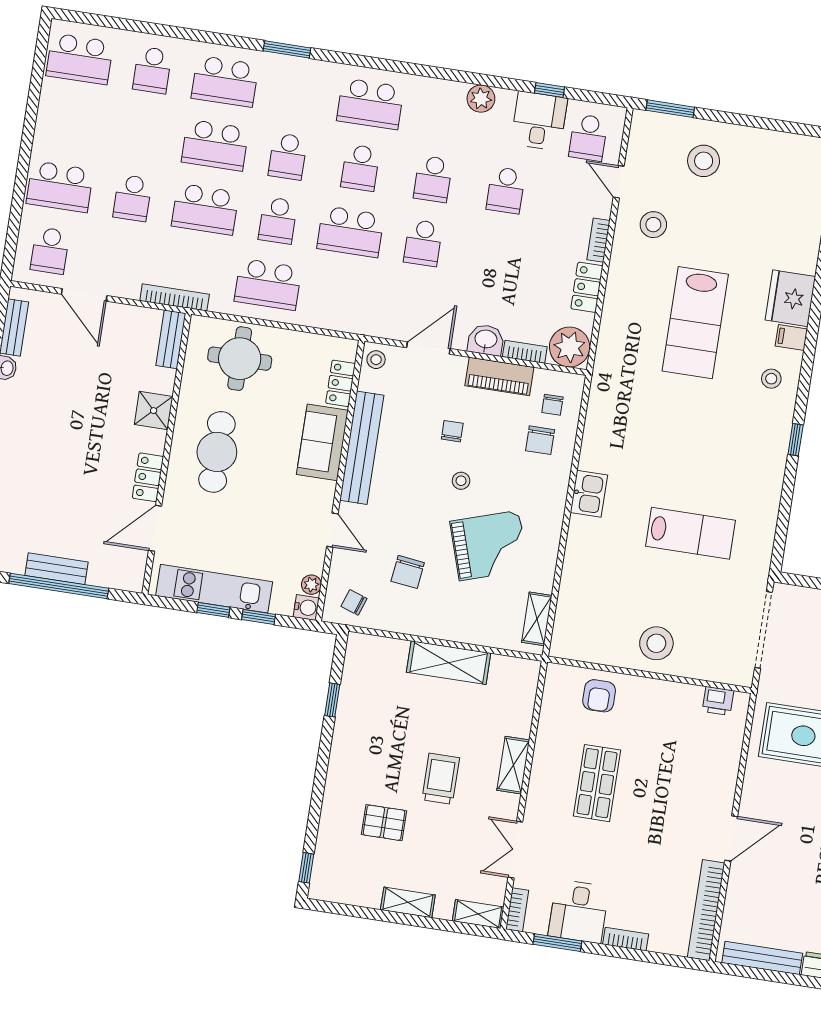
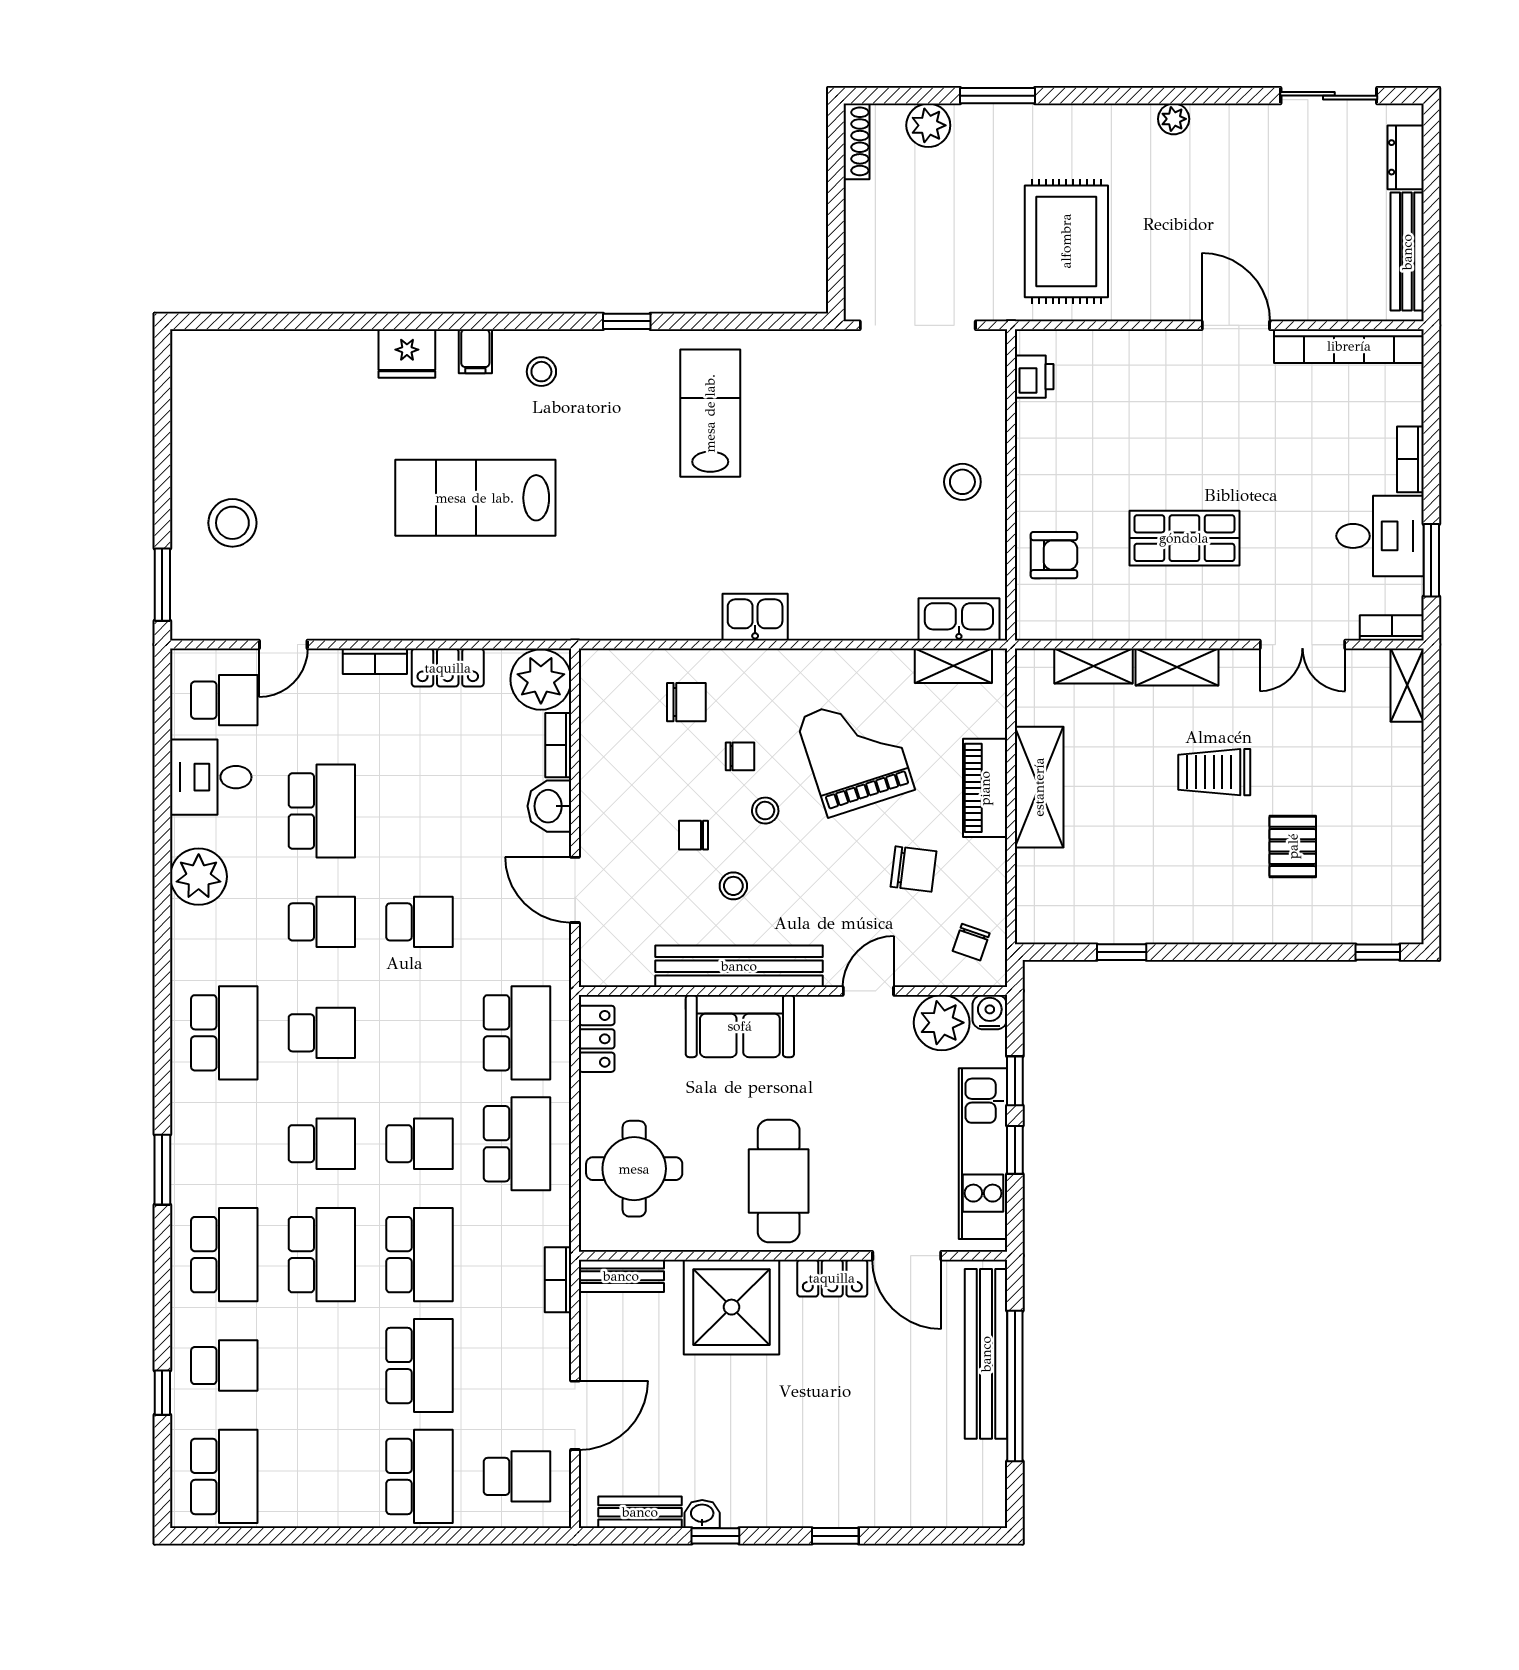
window: (550, 90) -> (162, 1393), moved
plant: (481, 99) -> (199, 877), width x1.36, depth x1.36
school desk: (506, 190) -> (322, 811), width x1.85
school desk: (132, 198) -> (419, 1366), width x1.85
stool: (653, 225) -> (339, 583), removed
school desk: (350, 232) -> (517, 1033), moved
bookcase: (175, 297) -> (558, 1280), width x0.64
fridge: (790, 298) -> (407, 354), width x0.73, depth x0.75
lab bench: (695, 323) -> (475, 498), turned 180
stool: (376, 360) -> (733, 886), moved
piano: (499, 376) -> (985, 788), moved, turned 180
locker: (341, 383) -> (597, 1039), moved, turned -90
chair: (552, 405) -> (740, 756), moved
shower: (154, 411) -> (731, 1307), width x1.86, depth x1.86
cafe table: (217, 452) -> (779, 1181), turned 90
lab bench: (690, 533) -> (710, 413), moved
bench: (56, 569) -> (986, 1354), width x1.86, depth x1.21
plant: (311, 585) -> (942, 1023), width x1.88, depth x1.88
kitchen sink: (567, 627) -> (959, 619), added
stool: (656, 643) -> (962, 482), width x0.73, depth x0.73
shelving: (408, 902) -> (1094, 666), moved, turned 90

